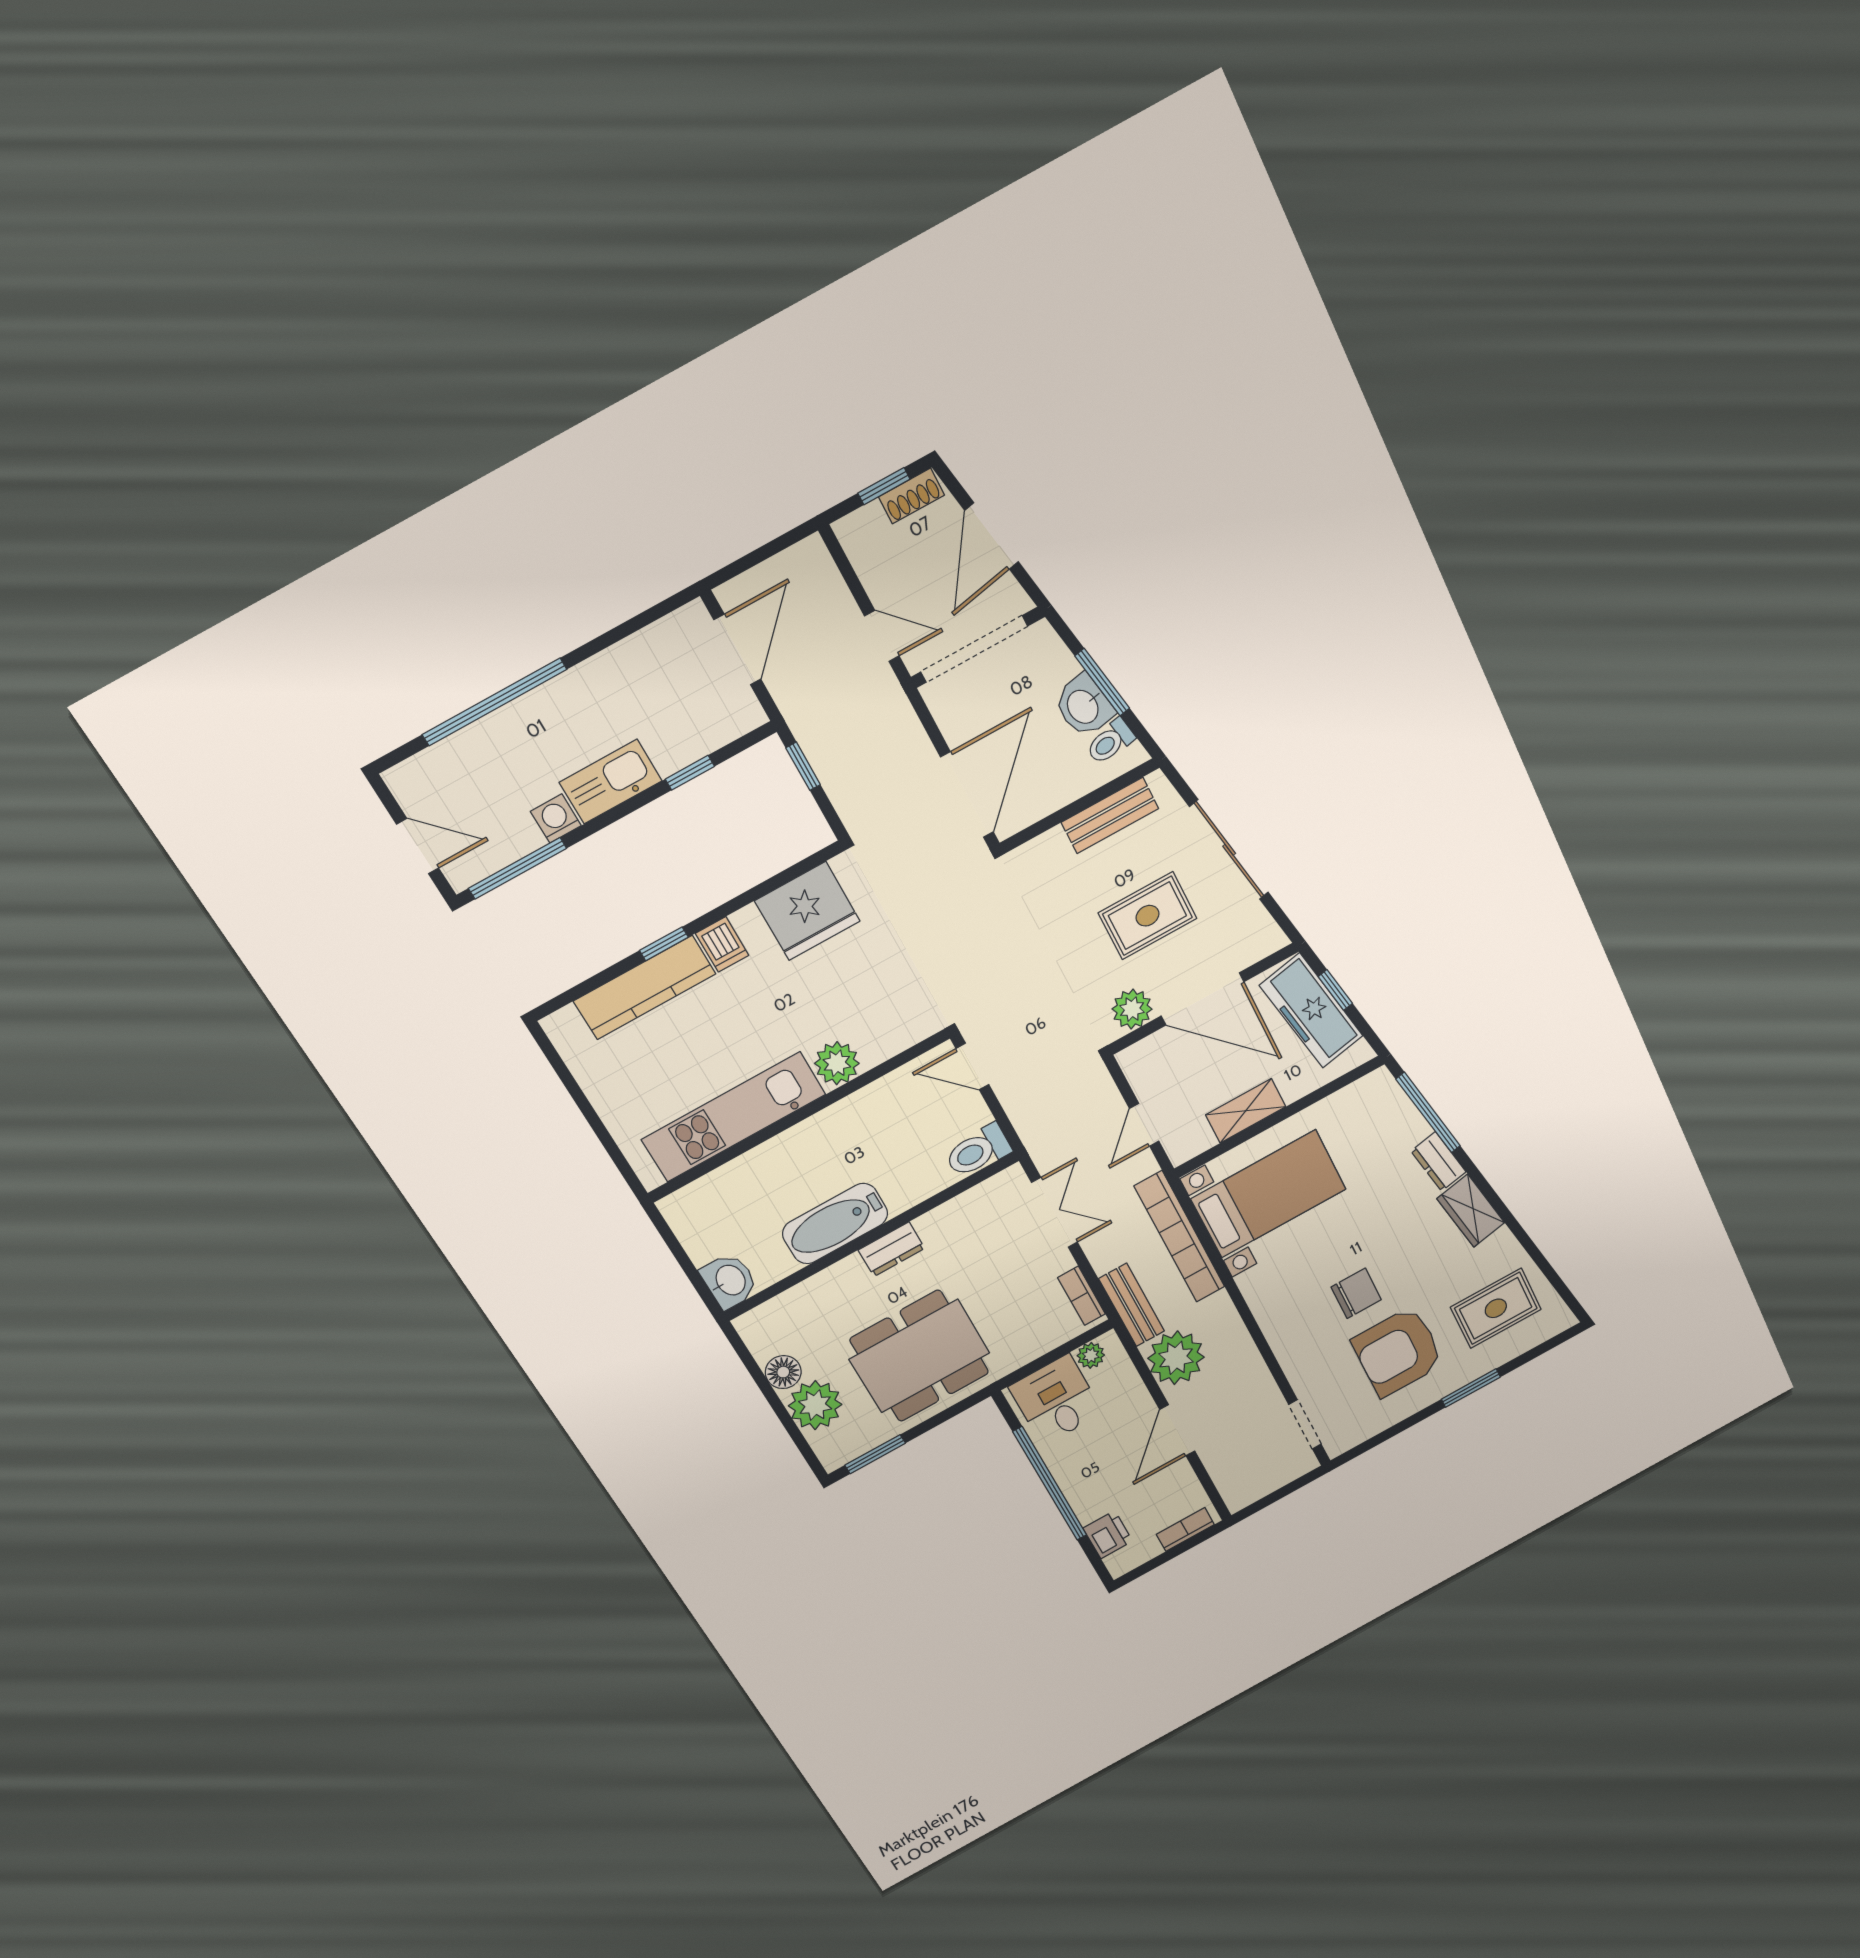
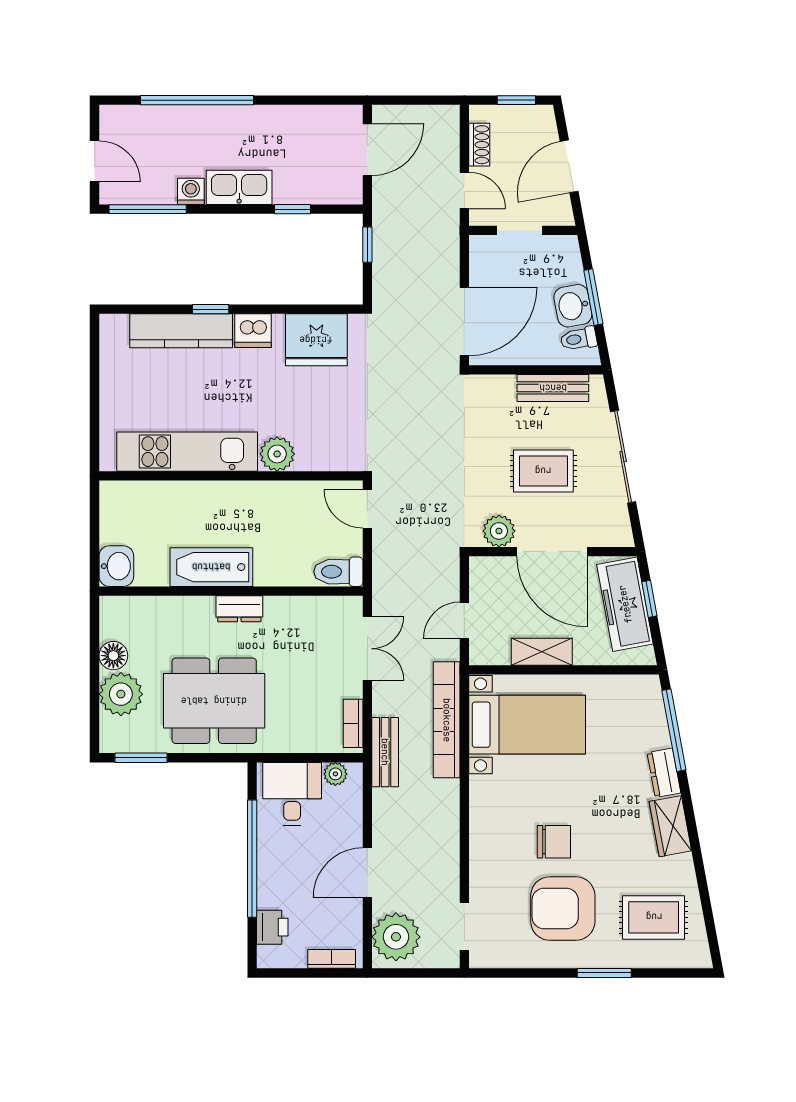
shoe rack: (912, 496) -> (479, 145), moved, turned -90
doorway: (974, 649) -> (520, 230), width x0.53
dishwasher: (722, 944) -> (253, 331), width x1.38
plant: (1176, 1358) -> (396, 937), moved

